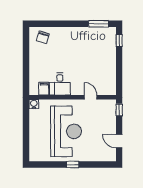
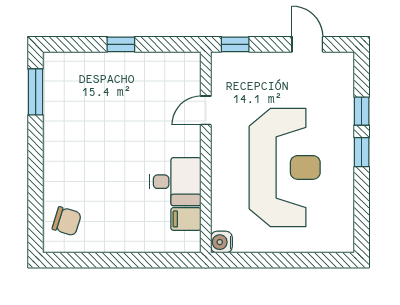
window: (119, 40) -> (121, 44), moved
reception desk: (66, 131) -> (285, 167), turned 90
door: (119, 141) -> (307, 44), swing flipped
window: (90, 165) -> (362, 111), added

